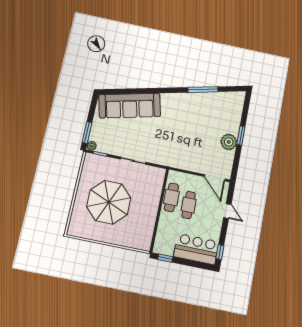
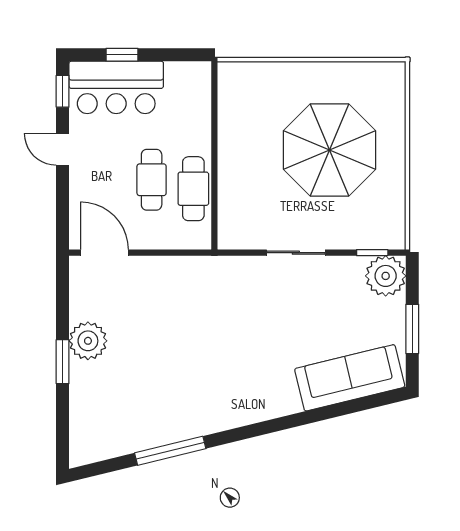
sofa: (130, 106) -> (350, 378), width x0.74, depth x0.79
window: (87, 132) -> (412, 329), moved
plant: (92, 146) -> (386, 276), width x1.87, depth x1.87
door: (227, 211) -> (63, 149), moved
window: (165, 258) -> (122, 55), moved

